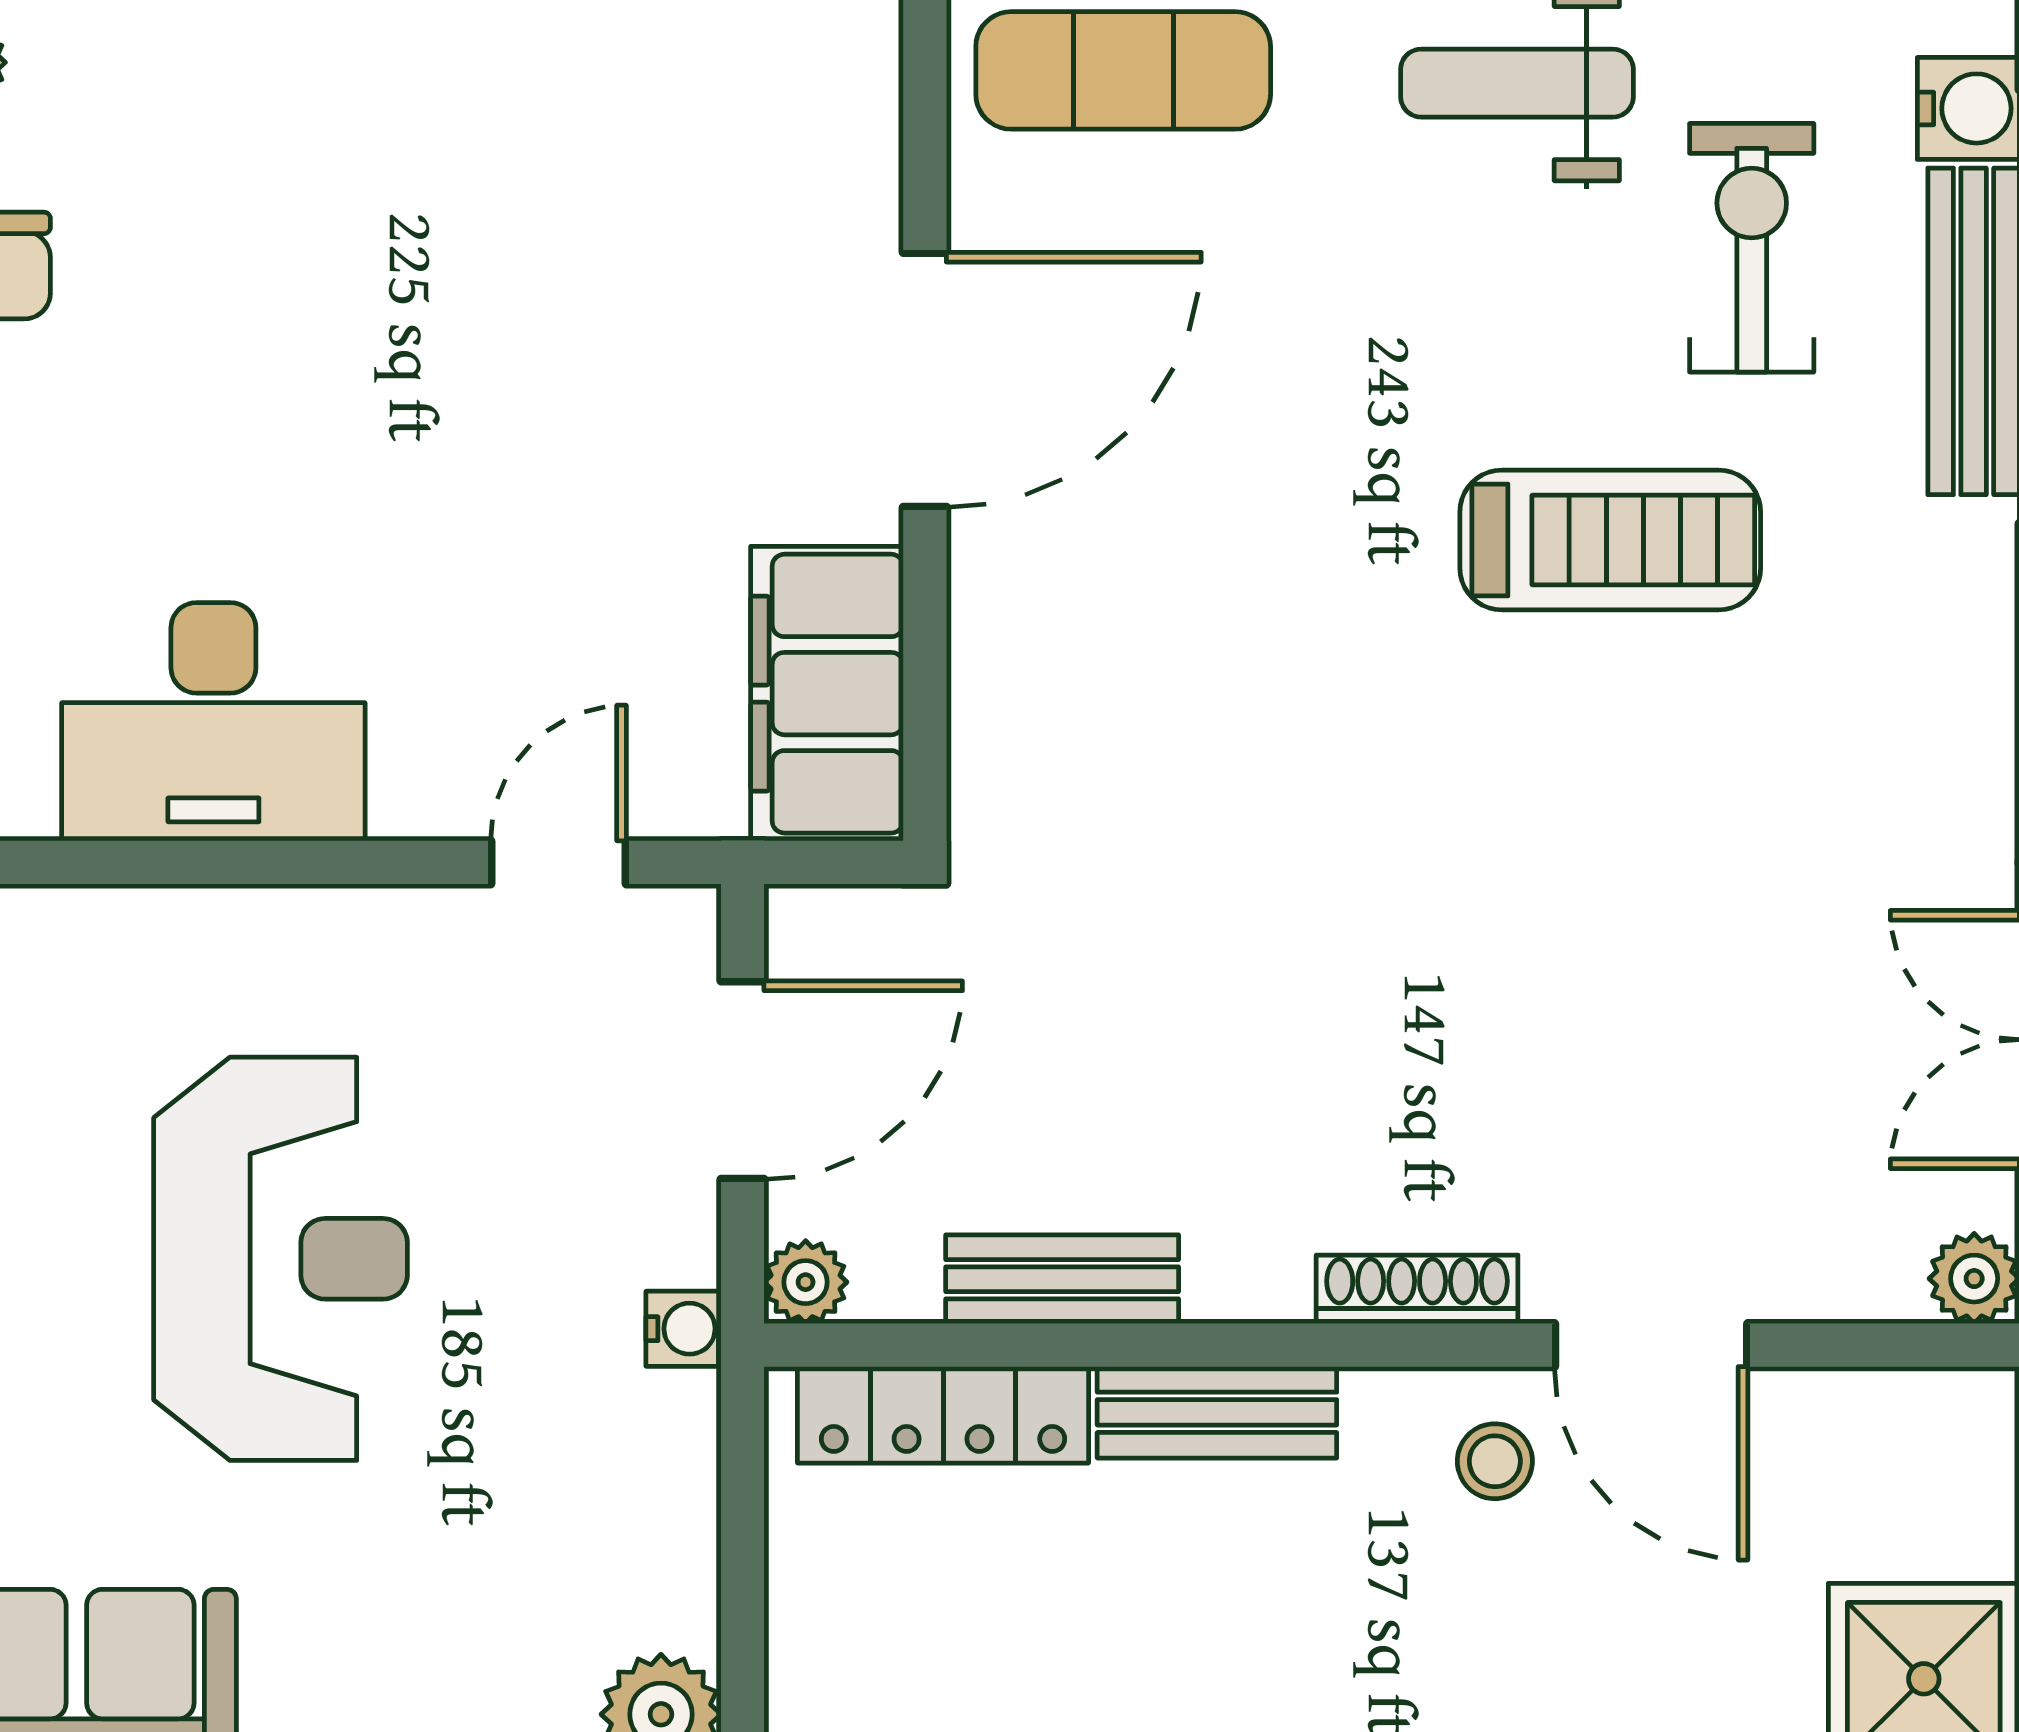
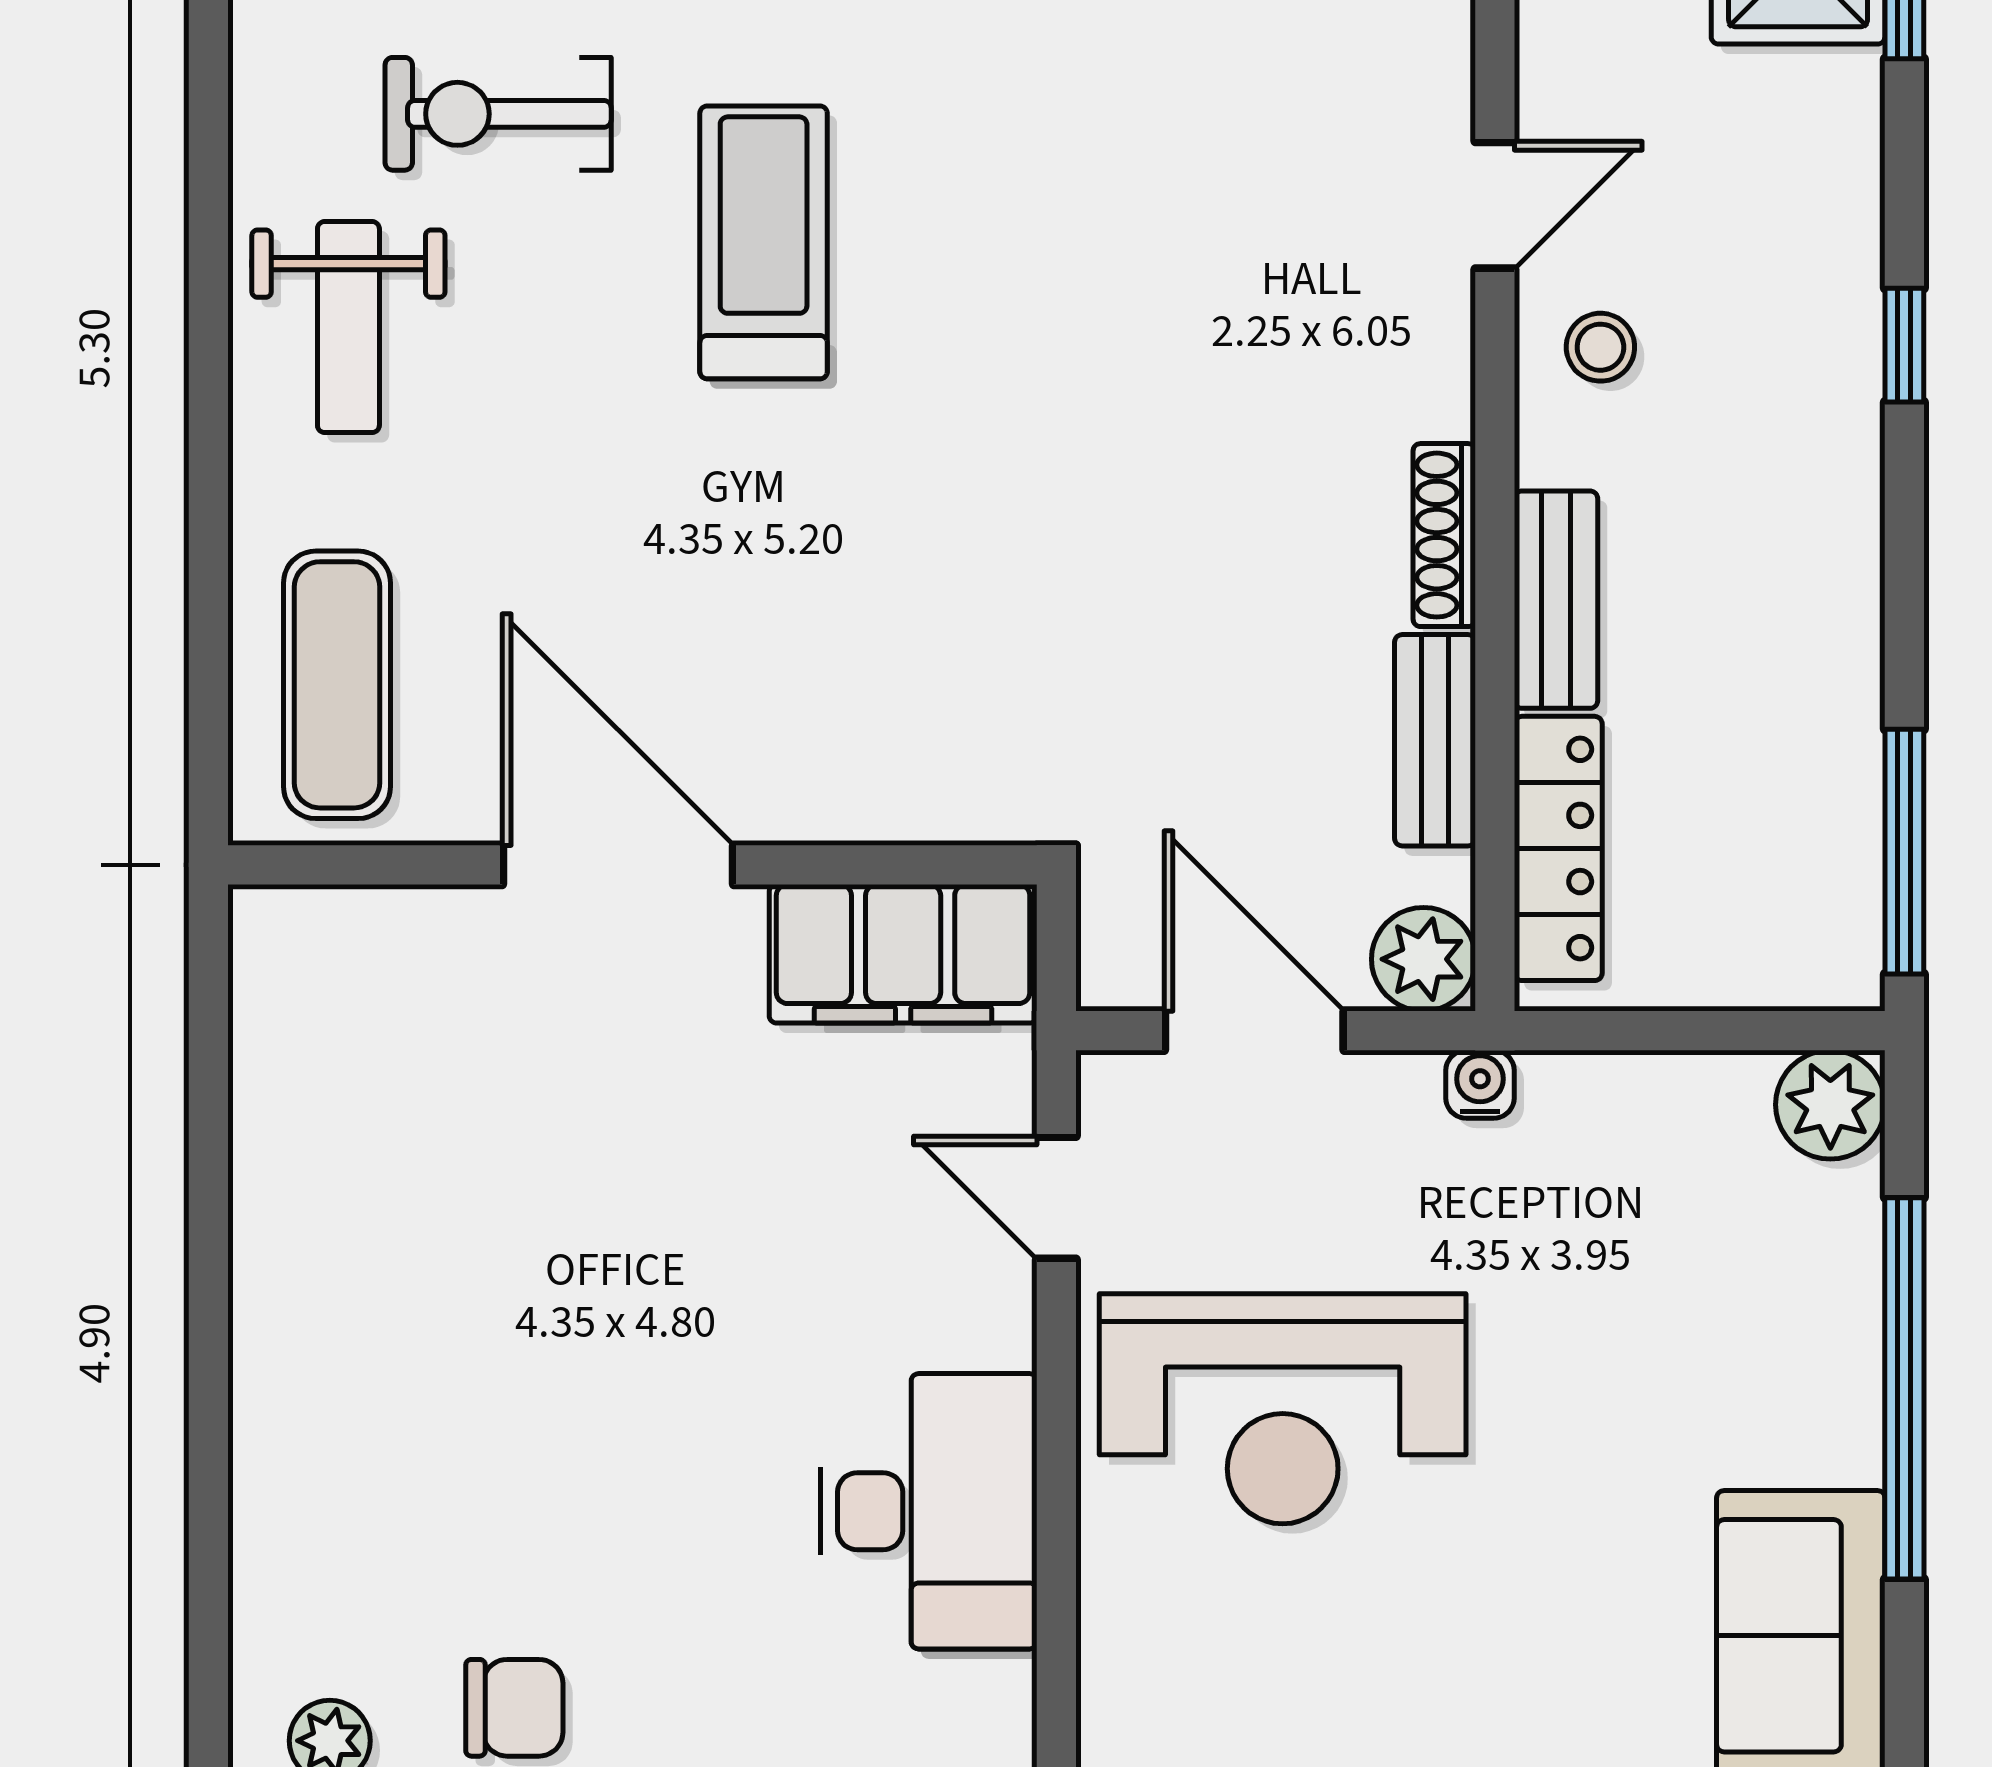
reception desk: (281, 1259) -> (1283, 1409), moved, turned 180
plant: (806, 1282) -> (1424, 959), width x1.38, depth x1.38
shoe rack: (1417, 1289) -> (1444, 535), moved
door: (1651, 1345) -> (1495, 205), width x0.73

